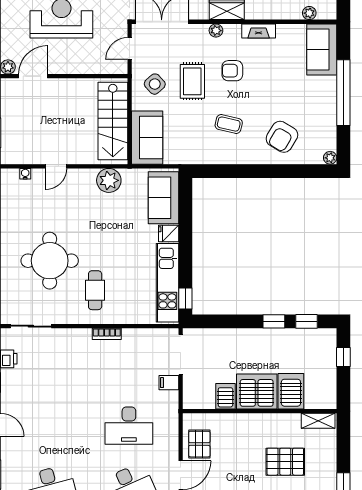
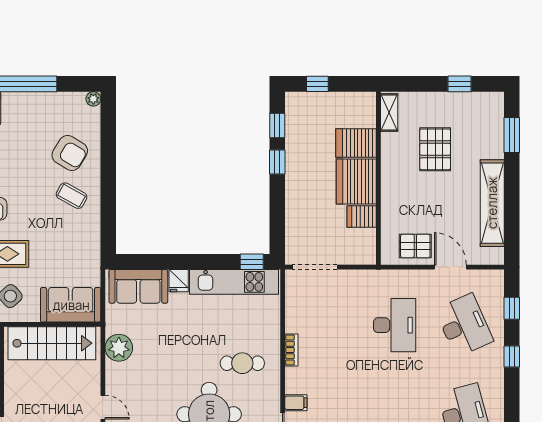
coffee table: (229, 124) -> (72, 196), moved, turned -74
filing cabinet: (169, 383) -> (296, 403), moved, turned -90

